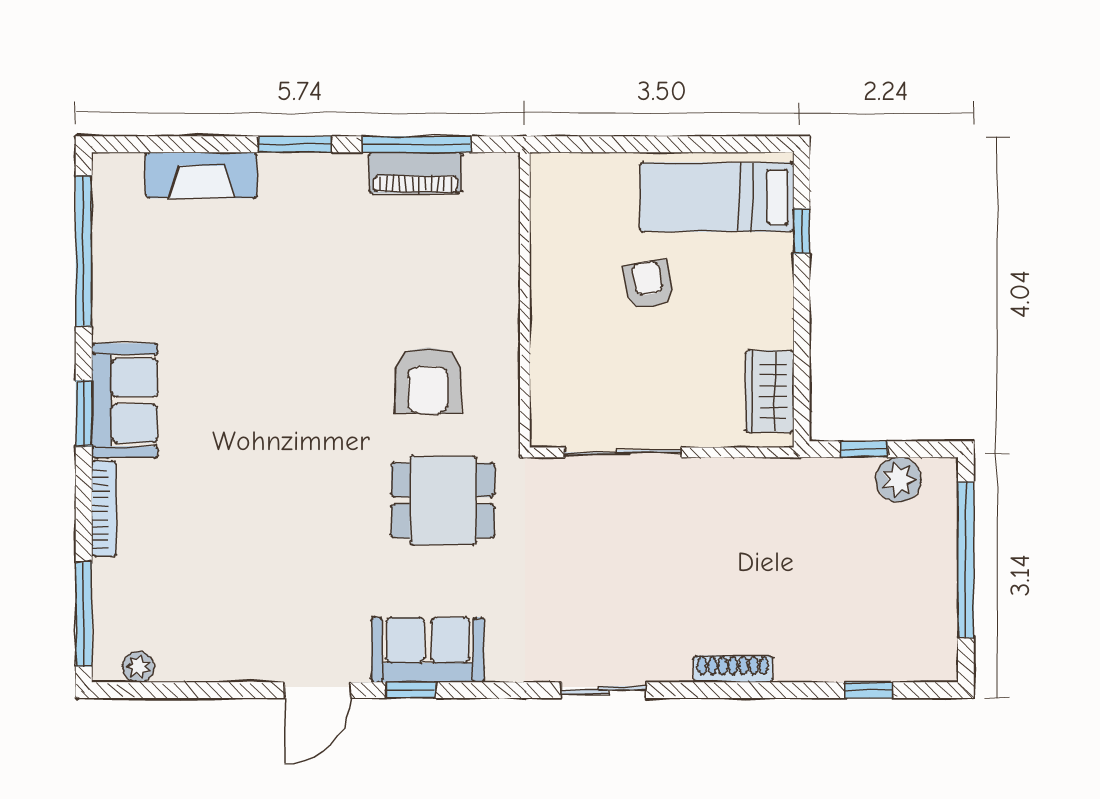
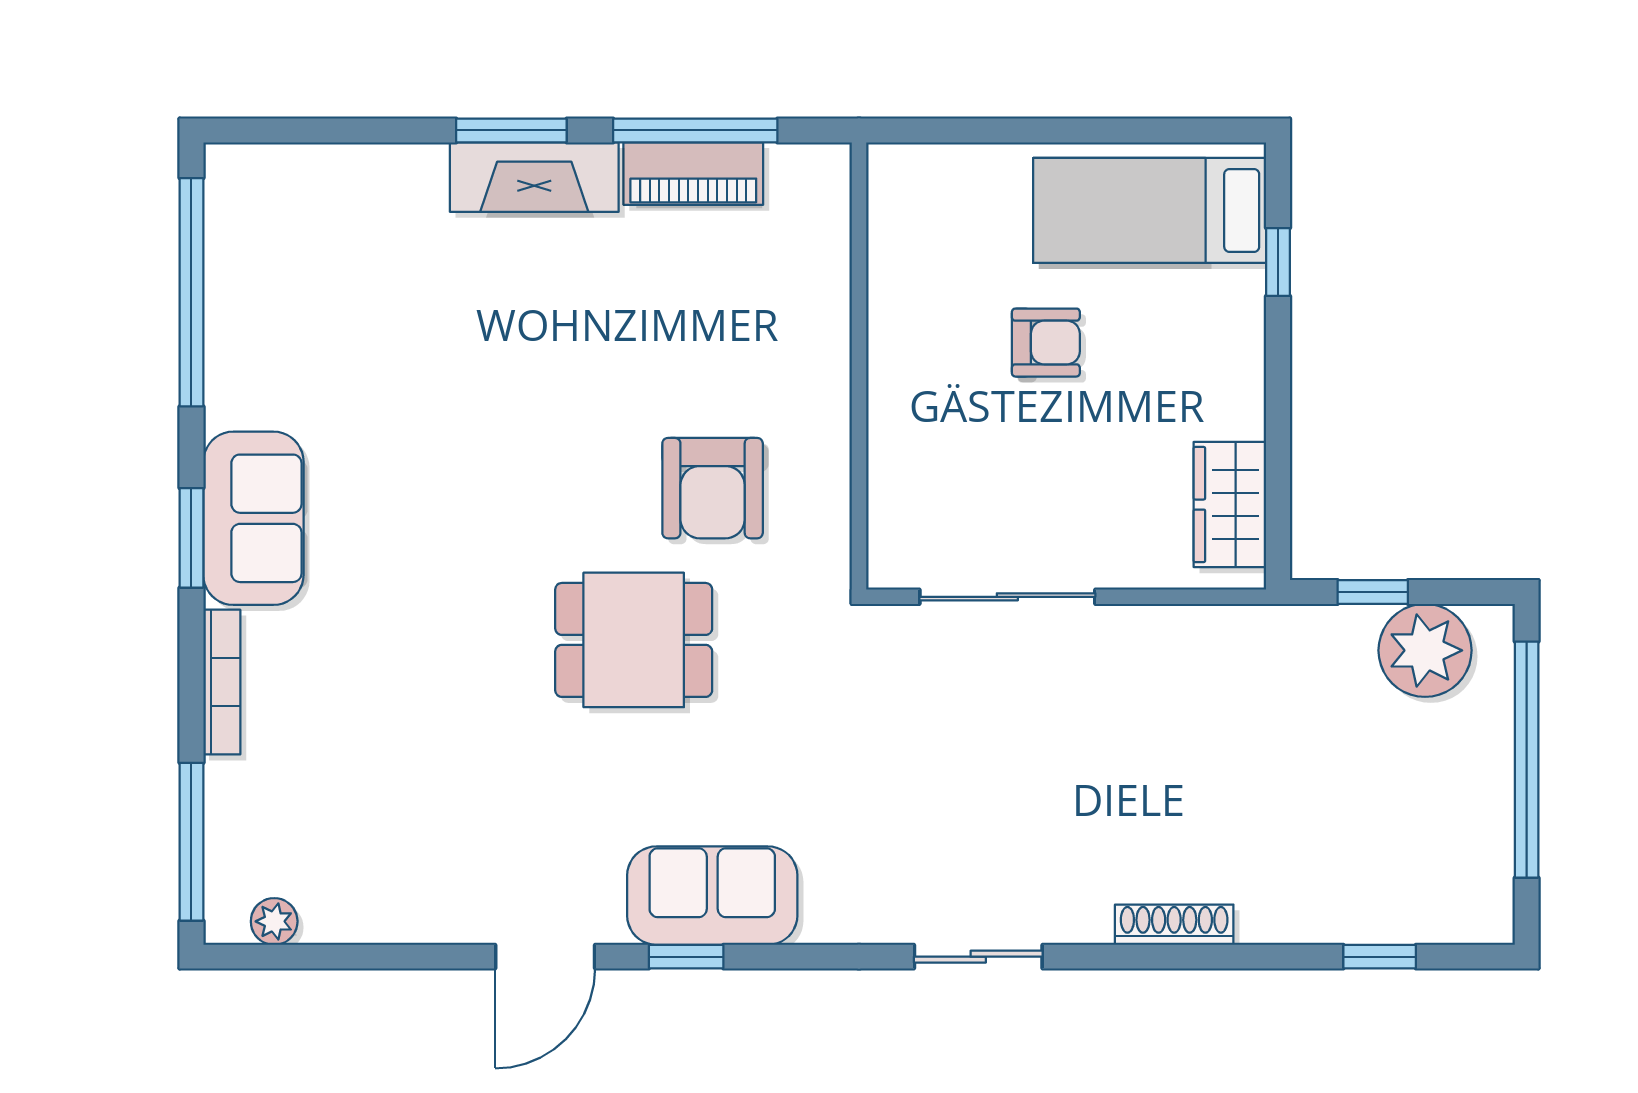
fireplace: (201, 175) -> (534, 177), moved
armchair: (648, 284) -> (1046, 343), turned 100
plant: (899, 480) -> (1425, 650), width x1.36, depth x1.36
dining table: (443, 500) -> (634, 640), moved

